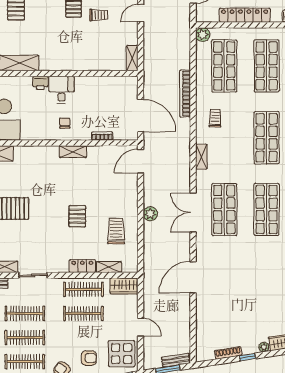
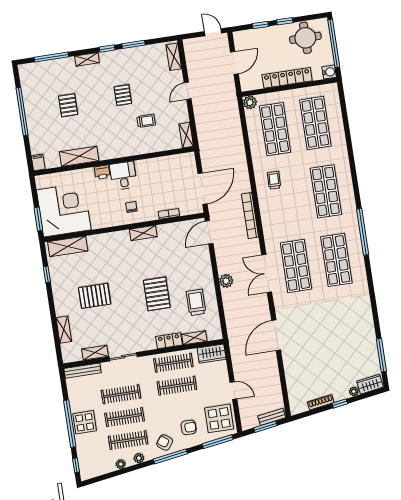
trolley: (99, 15) -> (146, 121), moved
bookcase: (185, 94) -> (250, 216), moved
door: (141, 115) -> (203, 189), hinge flipped
shelving: (201, 157) -> (266, 219), removed
pallet: (77, 216) -> (157, 294), width x1.50, depth x1.42

